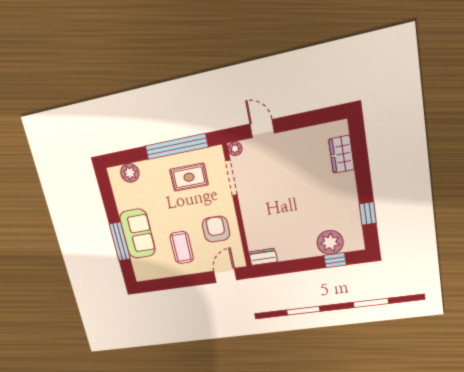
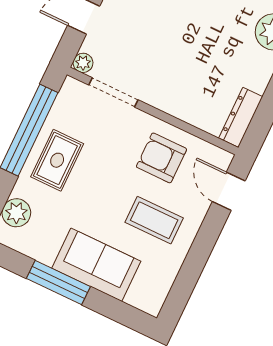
rug: (189, 177) -> (57, 160), moved
window: (120, 242) -> (58, 282), moved
dresser: (263, 257) -> (241, 117), width x1.44

